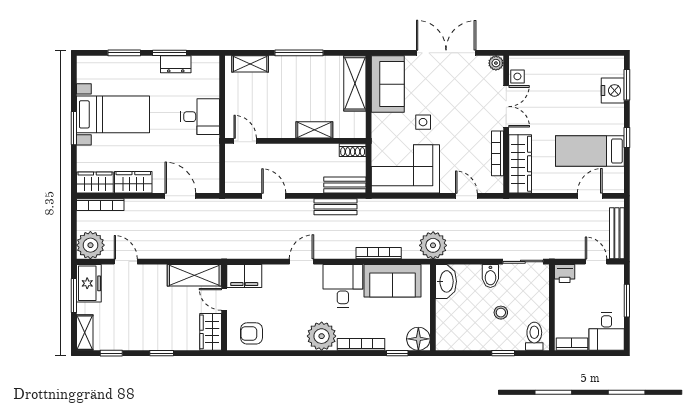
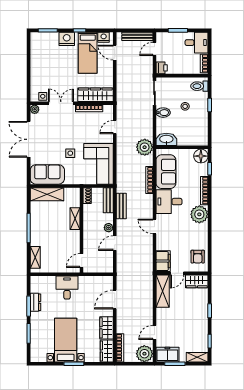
nightstand: (613, 90) -> (67, 39), moved
nightstand: (615, 177) -> (104, 37), added
plant: (300, 186) -> (109, 228), added

